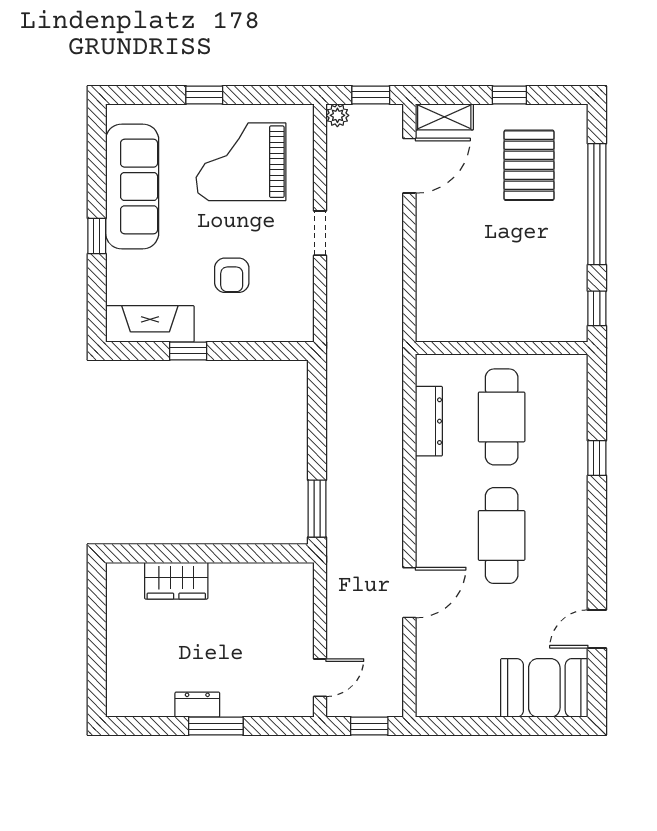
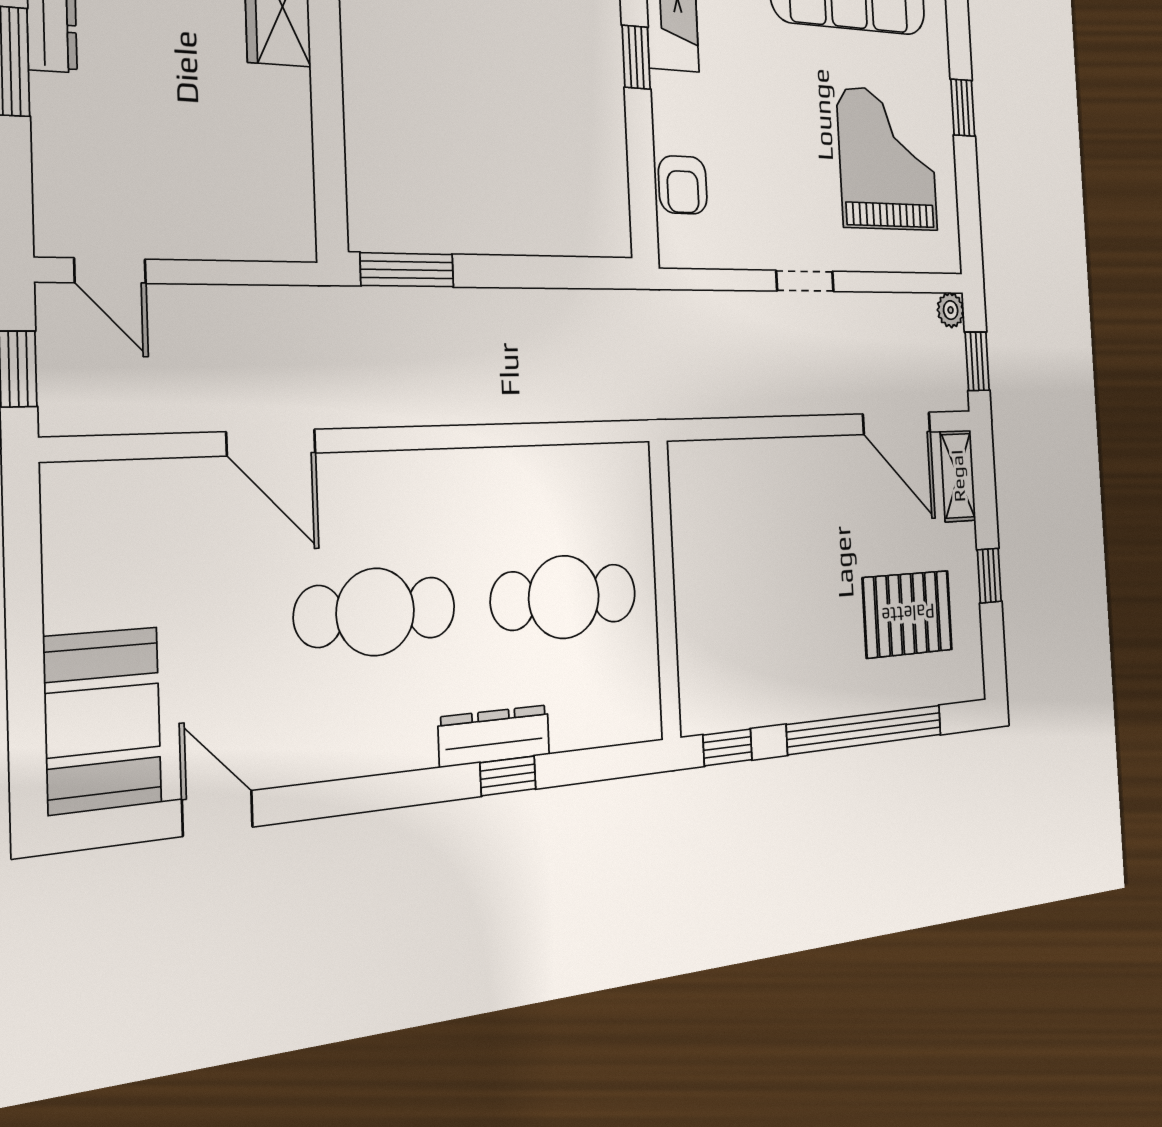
armchair: (232, 275) -> (683, 185), moved, turned -90
dresser: (429, 421) -> (494, 736), moved, turned 180

